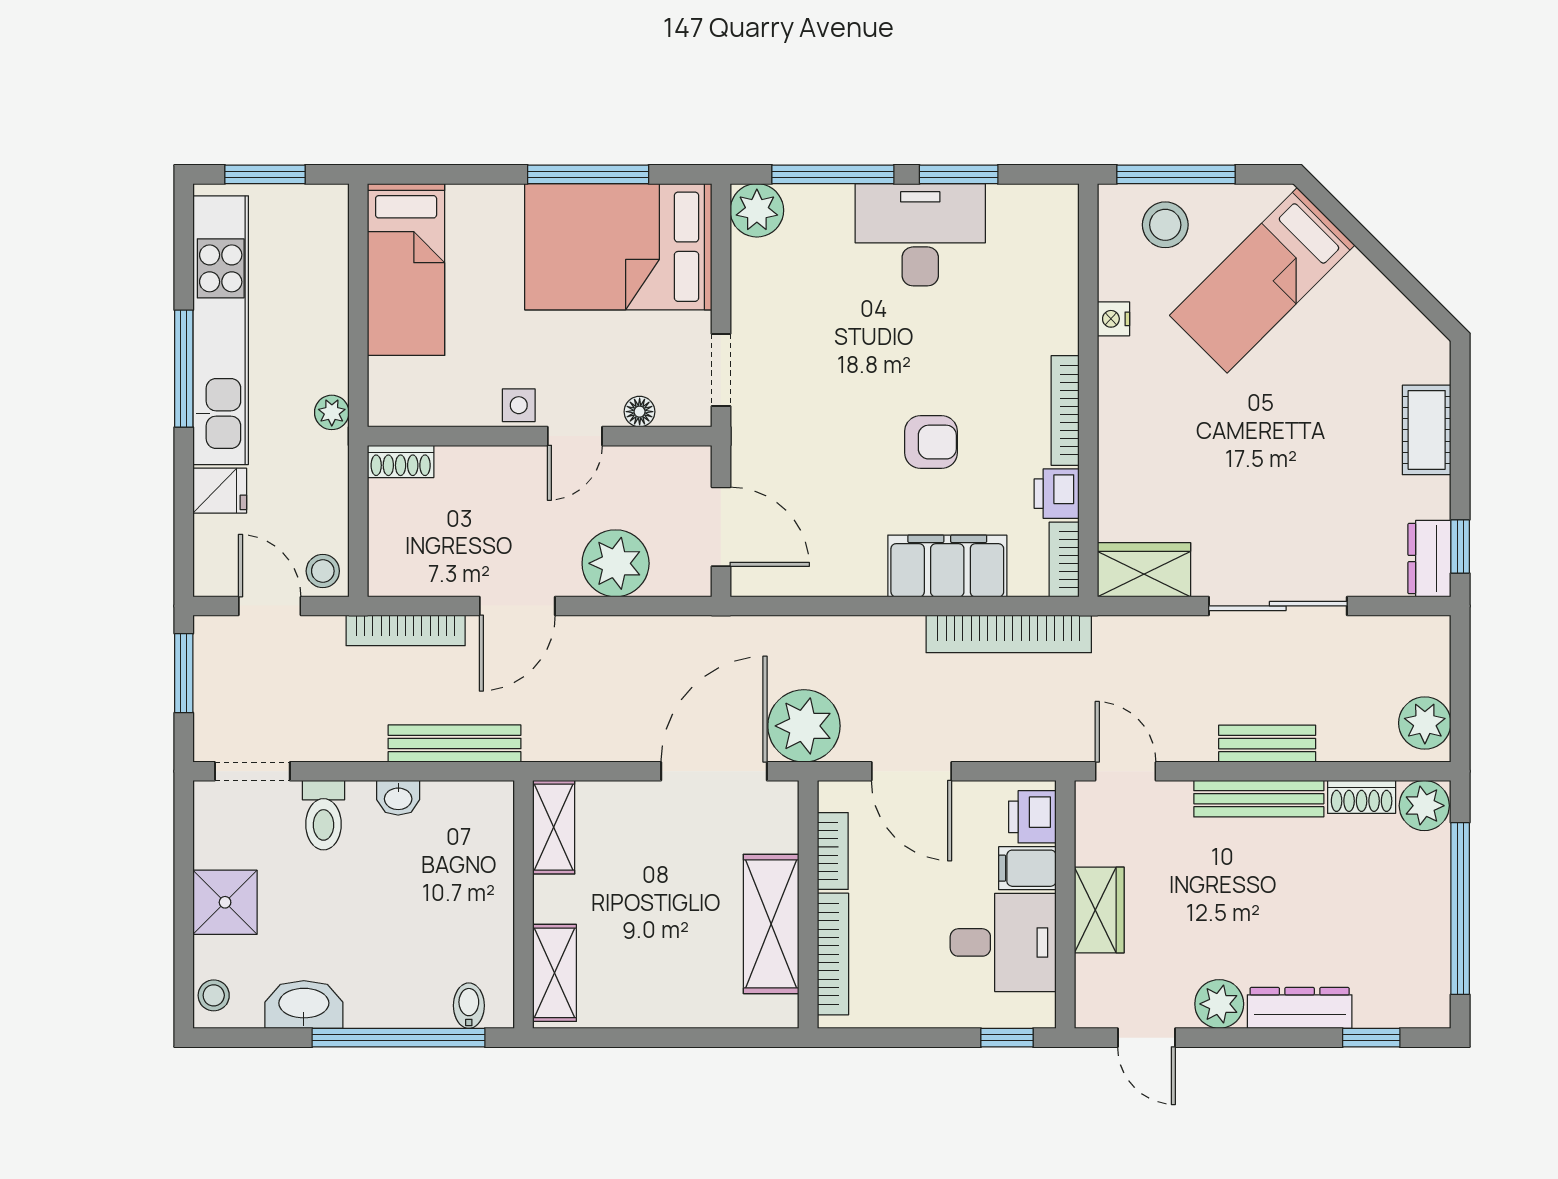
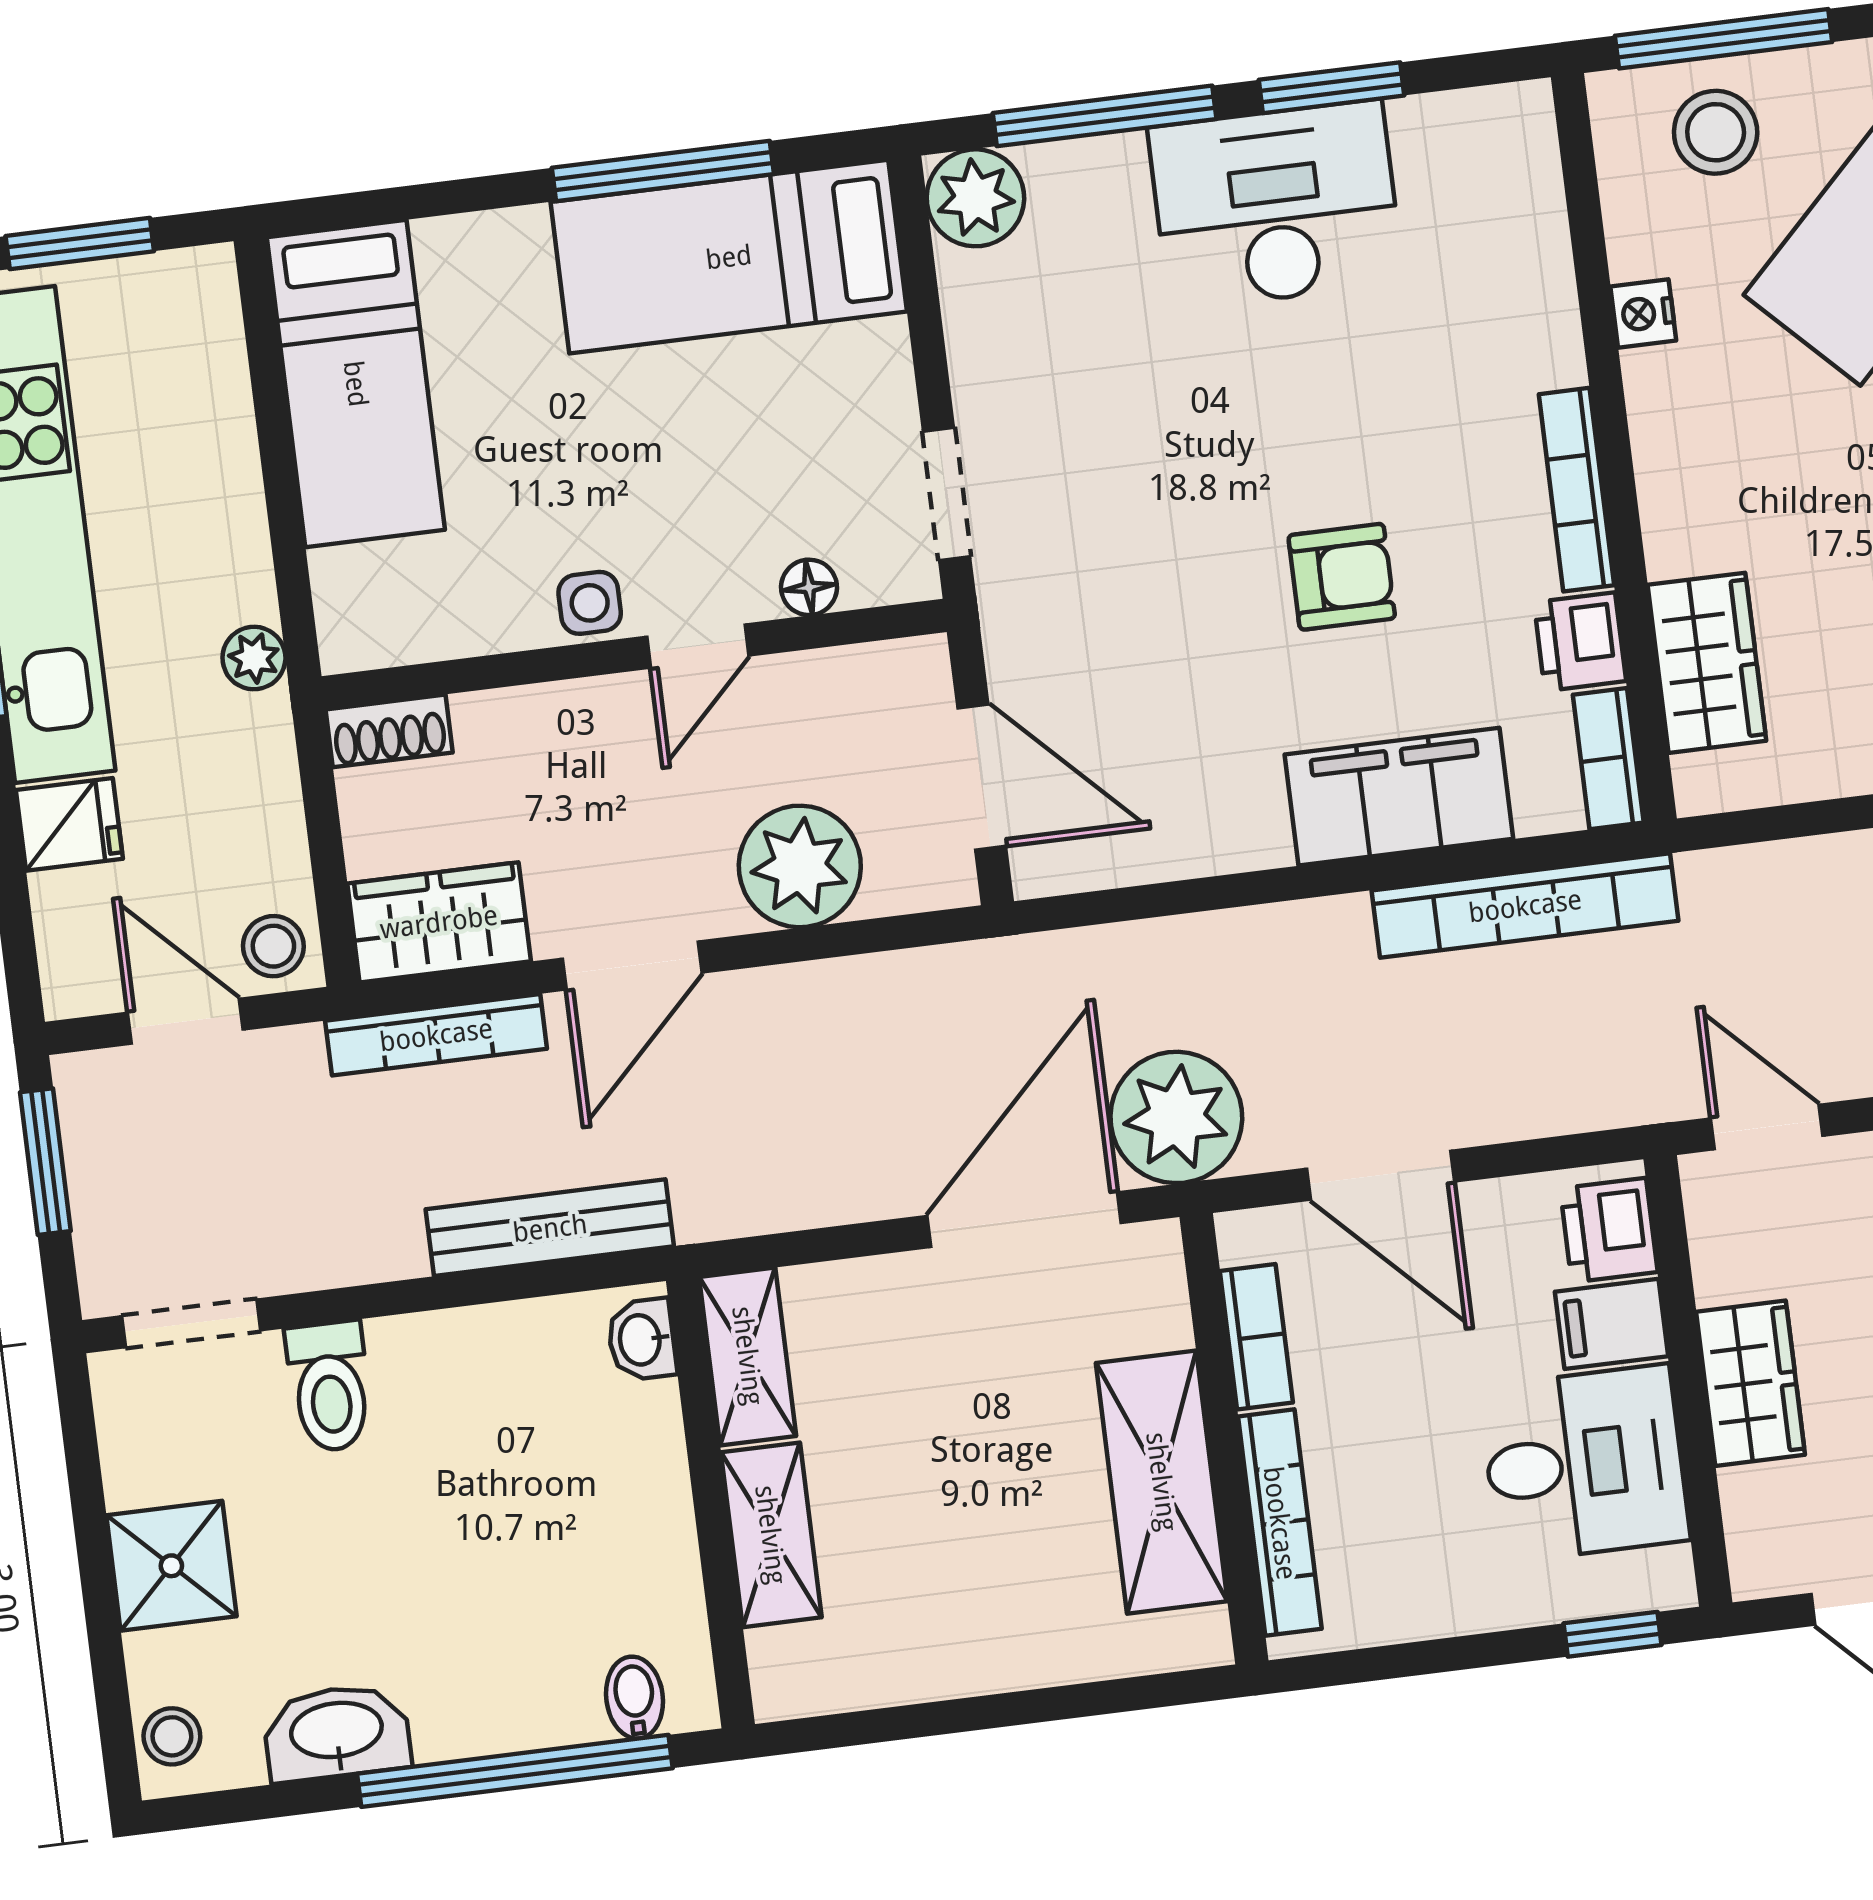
bed: (618, 247) -> (729, 257), width x0.67
wardrobe: (415, 569) -> (439, 922), added
wardrobe: (1144, 570) -> (1707, 663), moved, turned 90
washbasin: (398, 798) -> (642, 1340), moved, turned 90
shelving: (555, 973) -> (771, 1535), moved

